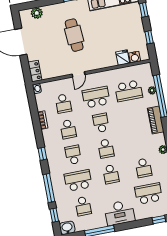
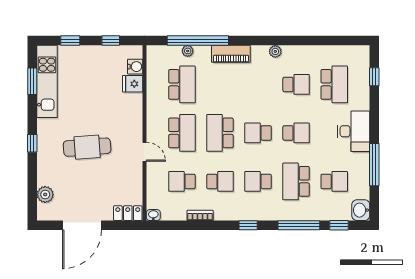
school desk: (96, 97) -> (182, 133), turned 180
school desk: (63, 103) -> (182, 181), turned 180
school desk: (101, 123) -> (220, 133), width x1.85
school desk: (106, 149) -> (258, 133), turned 180
school desk: (148, 194) -> (334, 84), turned 180

